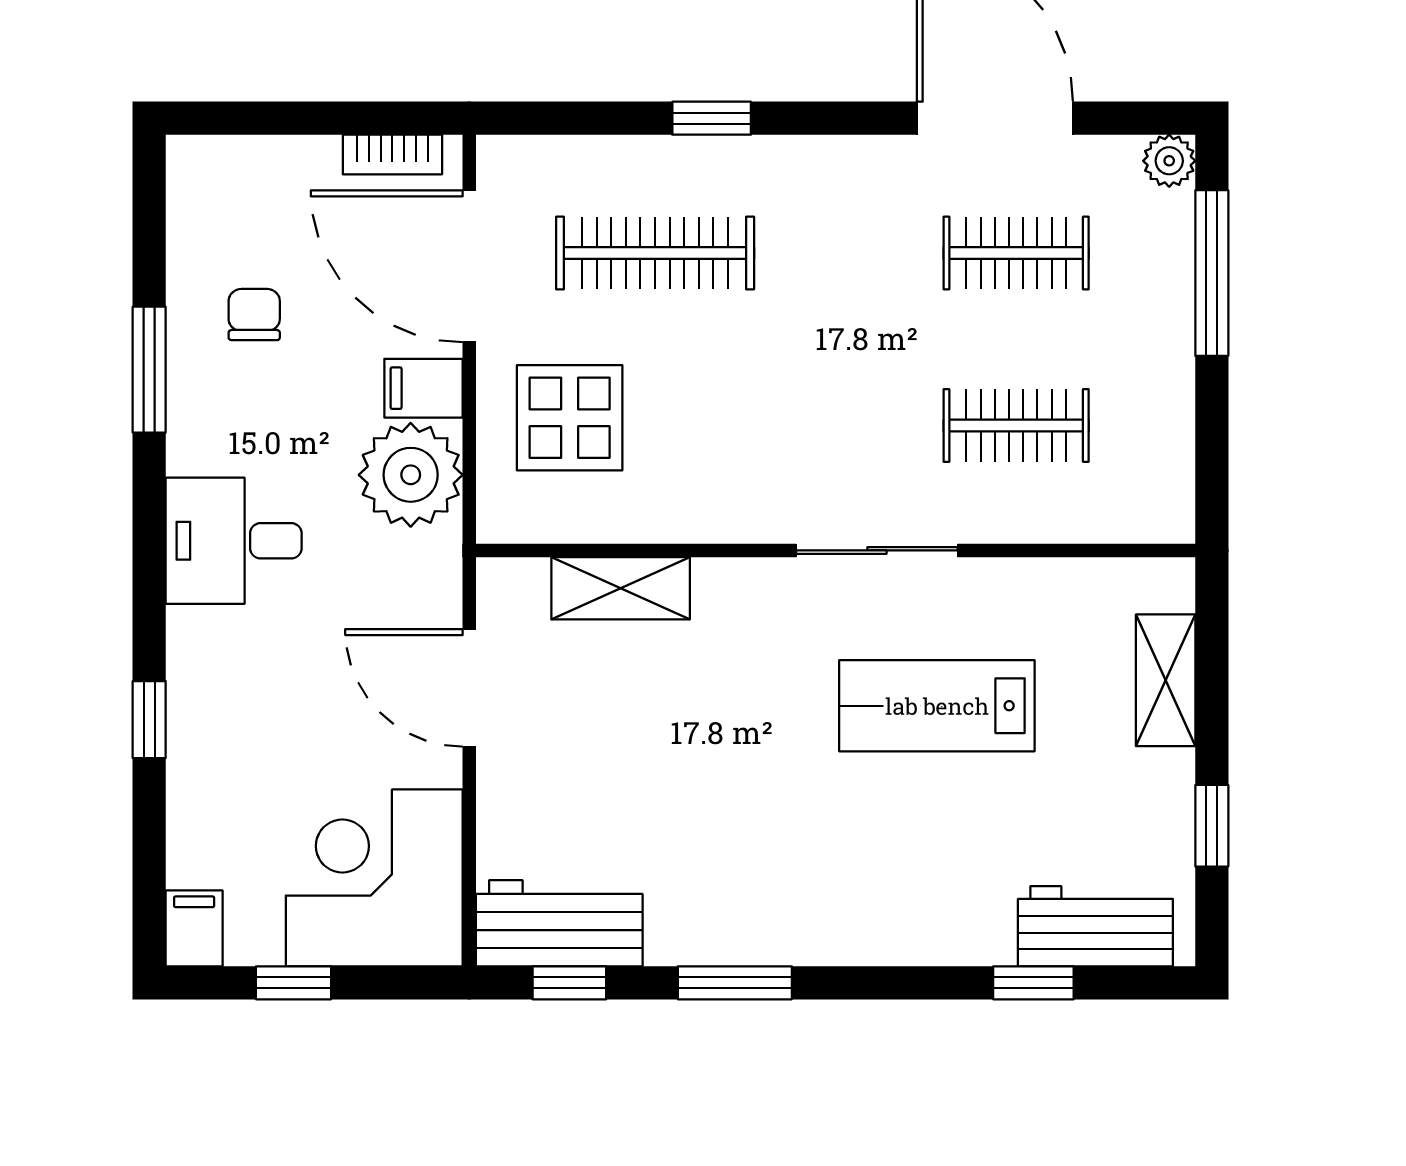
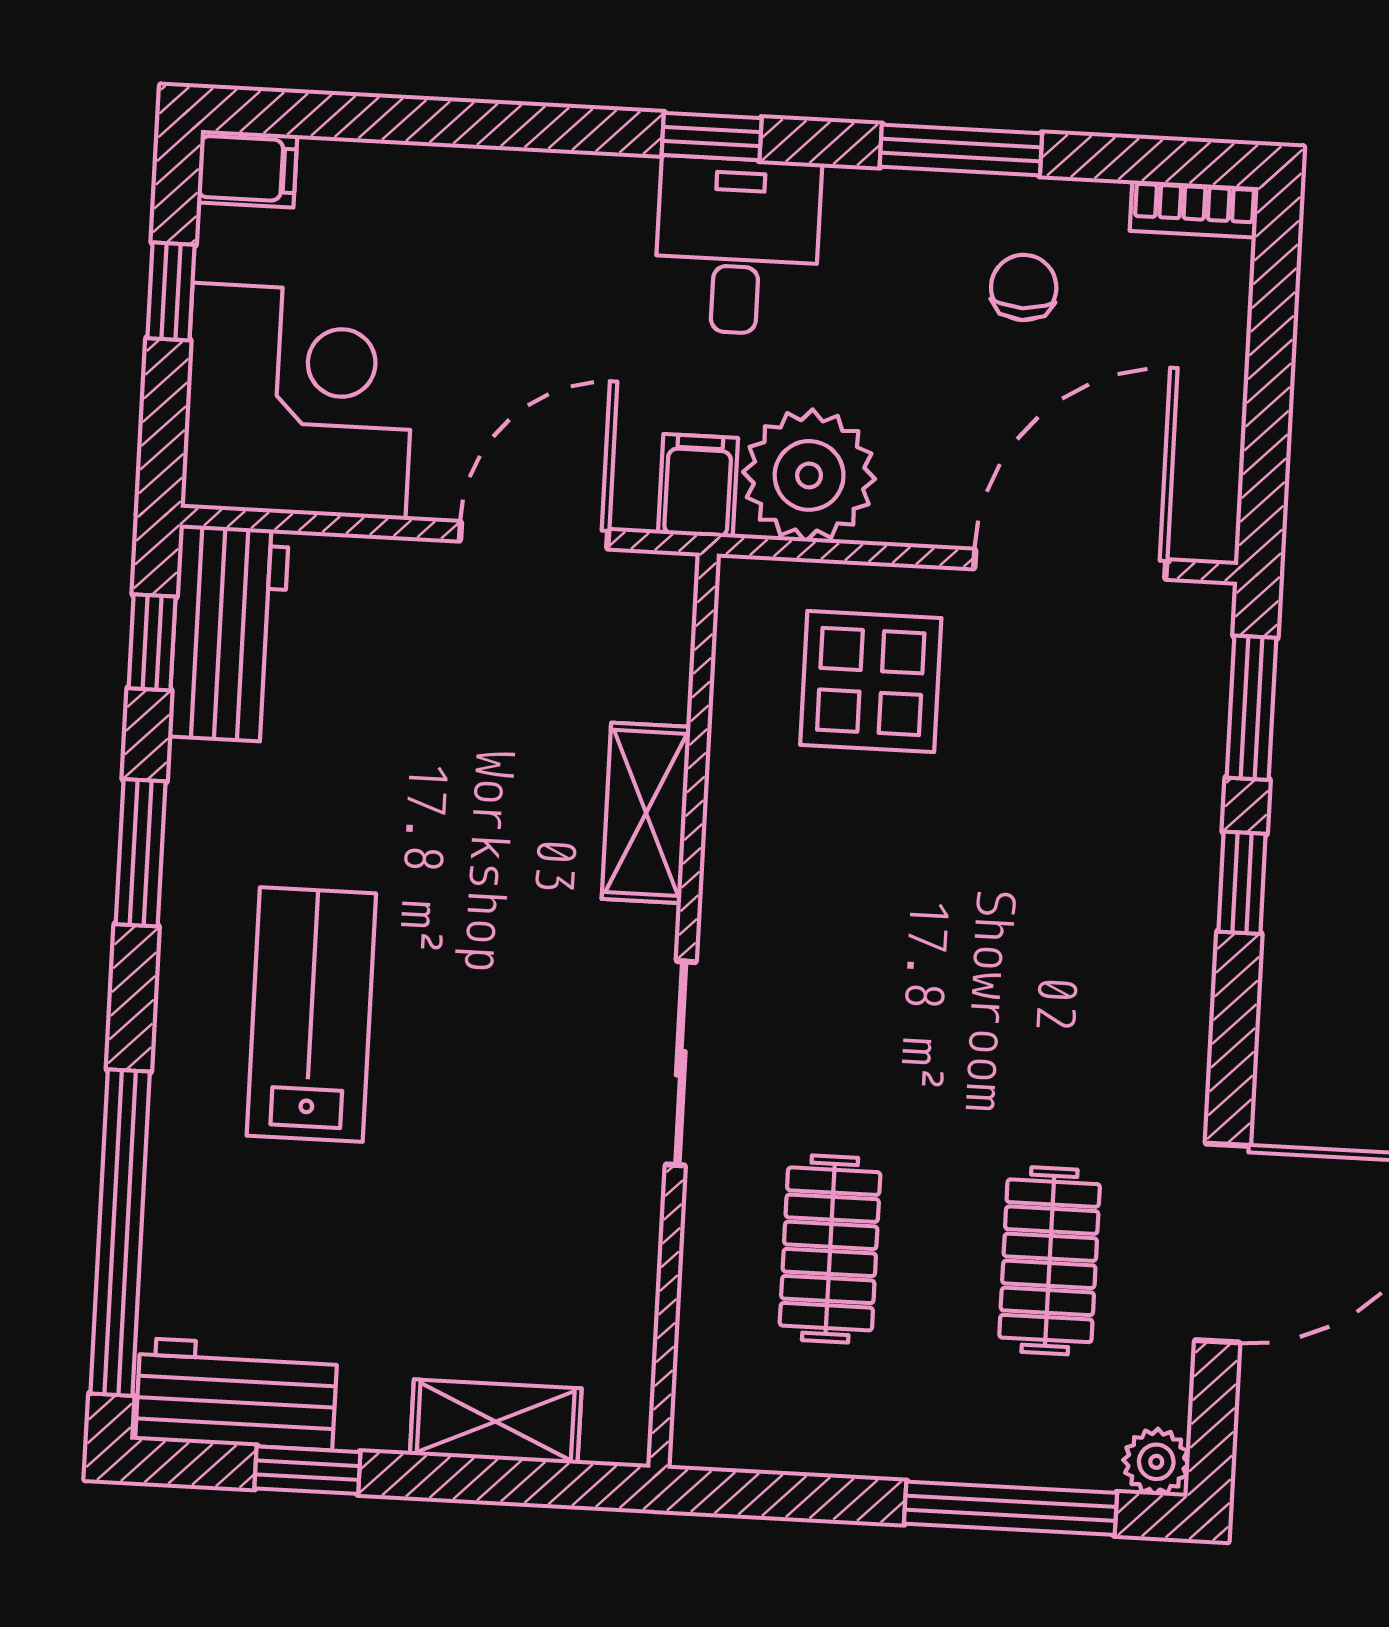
window: (574, 118) -> (1251, 708), added
bookcase: (392, 154) -> (1194, 209), moved, turned -90
clothes rail: (655, 253) -> (1074, 801), removed
chair: (254, 315) -> (1024, 287), turned -90
filing cabinet: (423, 388) -> (698, 486), moved
shelving: (621, 588) -> (646, 813), moved
lab bench: (937, 706) -> (311, 1014), moved
window: (149, 720) -> (712, 137), moved
workbench: (1095, 926) -> (236, 1394), moved, turned -90
window: (1033, 983) -> (120, 1233), width x3.17

